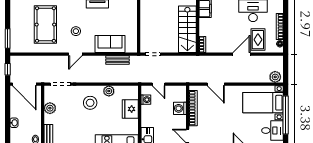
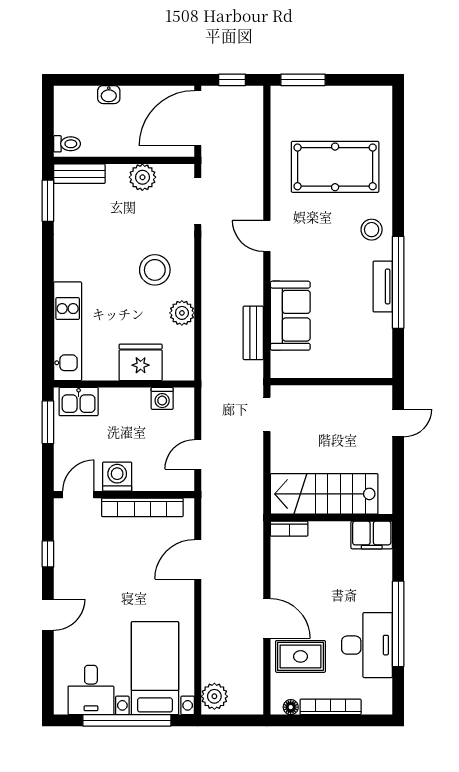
stool: (76, 31) -> (372, 230), moved
door: (159, 84) -> (198, 454), moved
washing machine: (180, 108) -> (117, 477), moved

